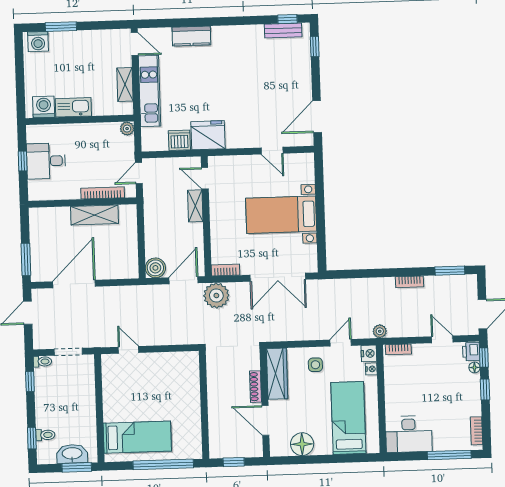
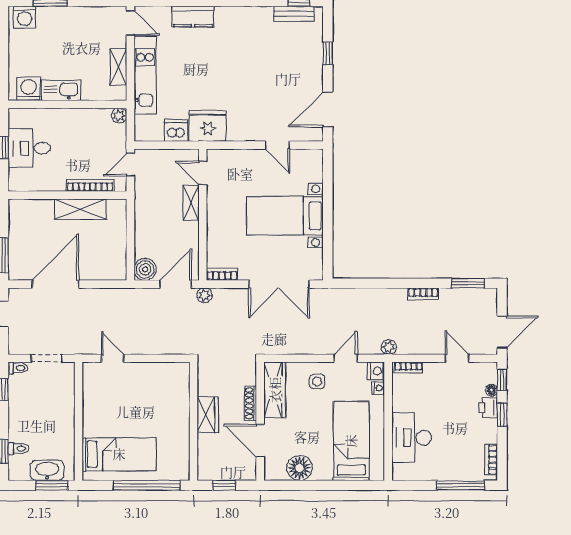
window: (315, 46) -> (328, 53), moved
plant: (216, 296) -> (204, 295), width x0.53, depth x0.53
printer: (471, 352) -> (488, 408), moved
wardrobe: (217, 398) -> (208, 415), added
desk: (409, 434) -> (412, 438), moved, turned 90

